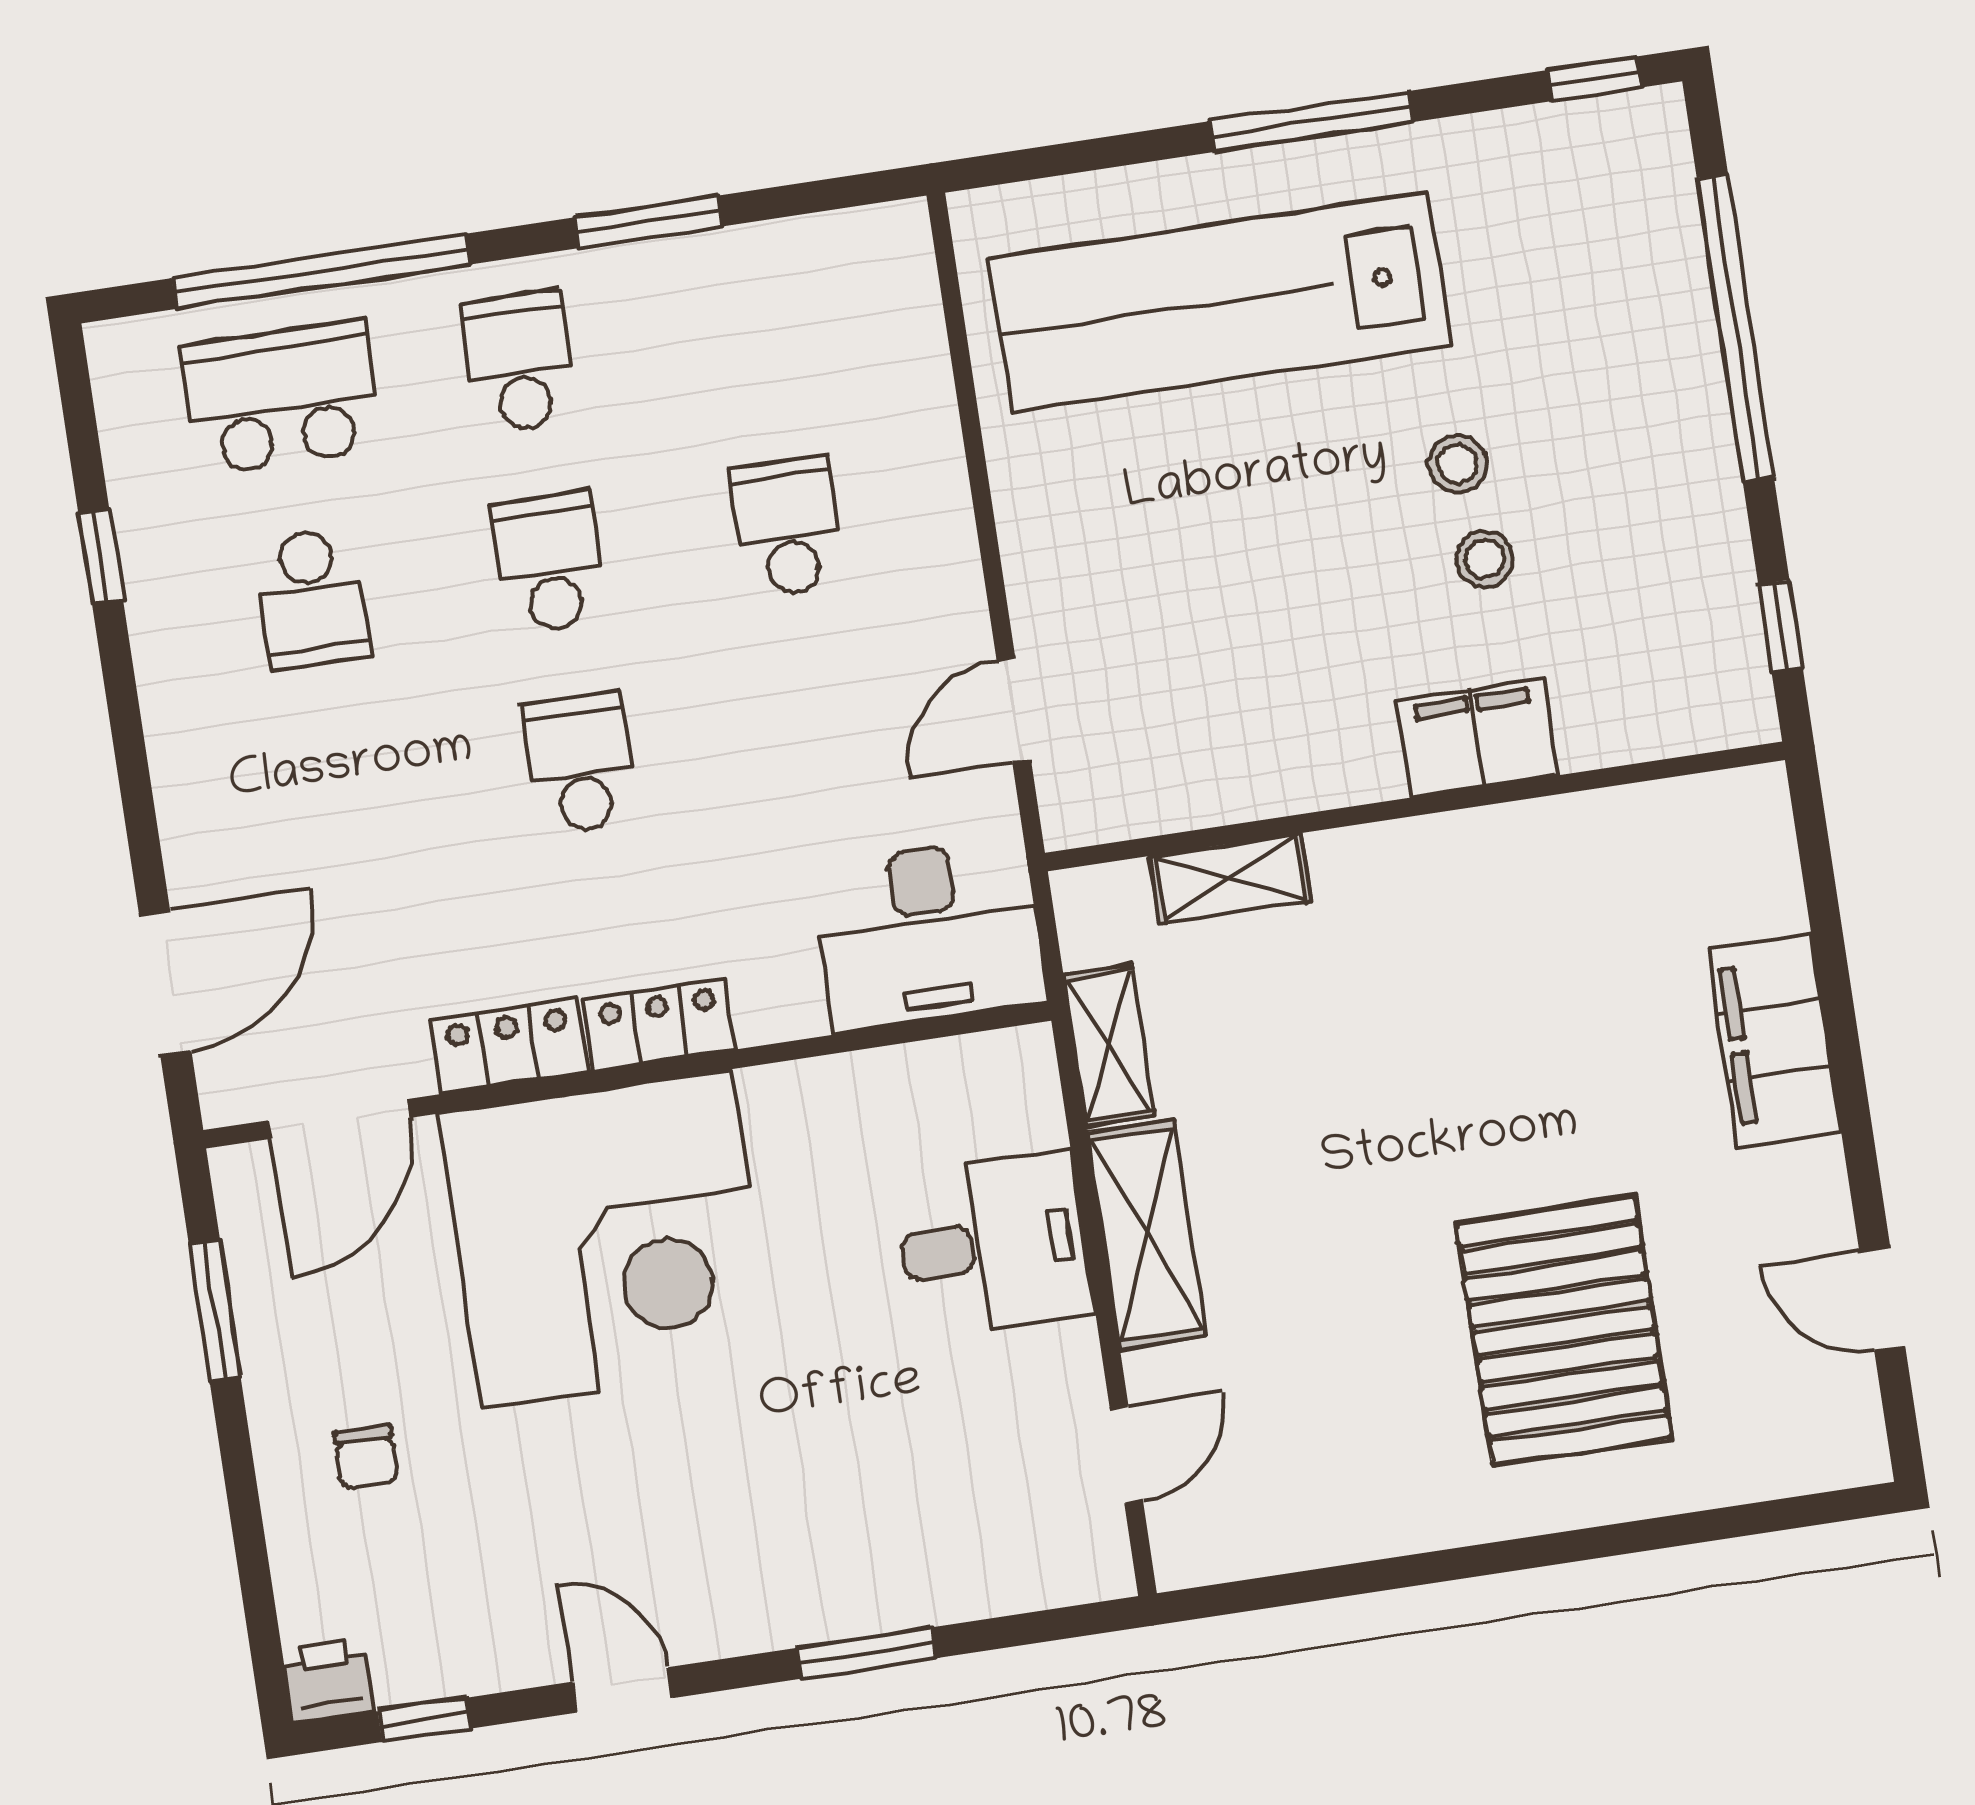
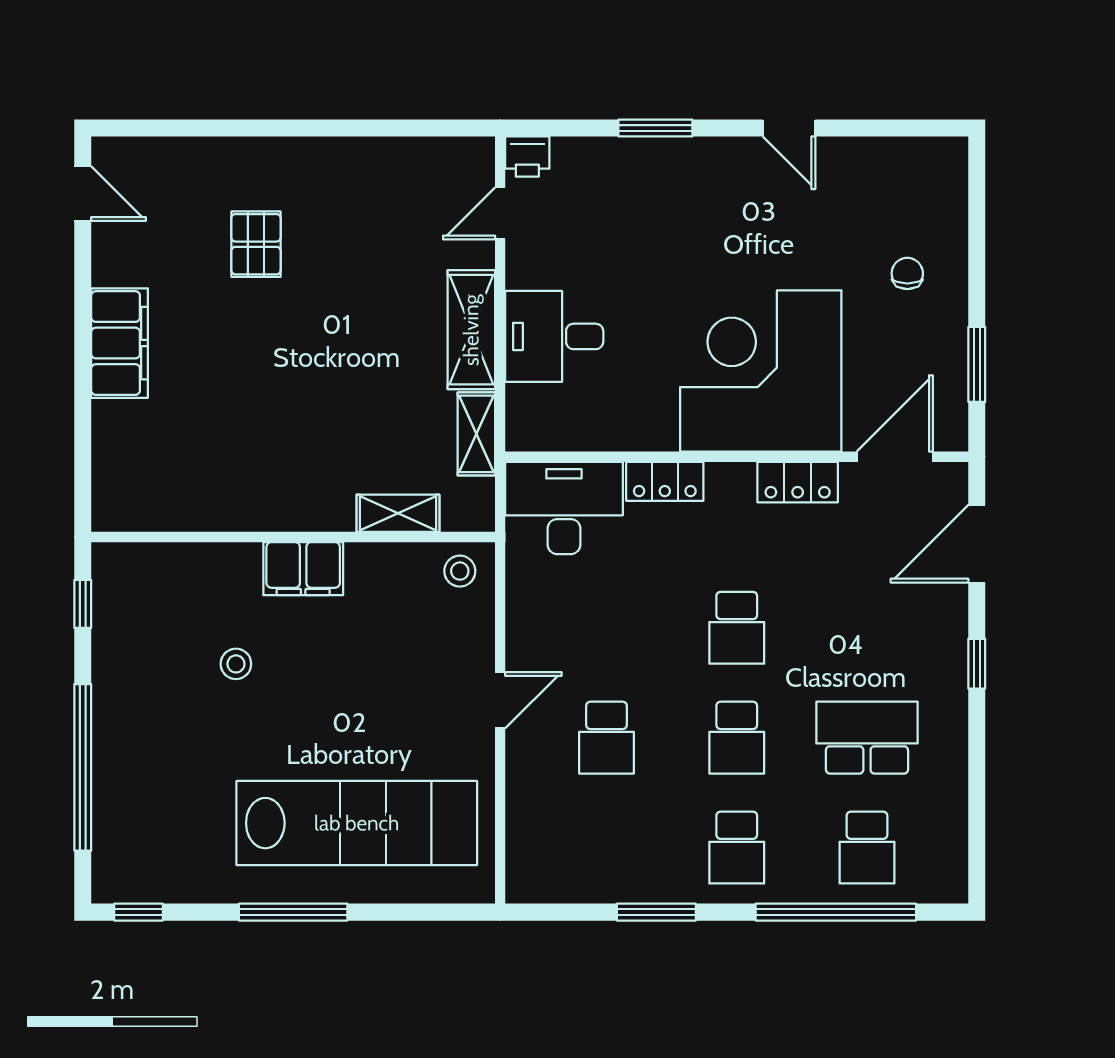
school desk: (282, 398) -> (867, 848), width x0.54
stool: (1458, 464) -> (460, 571), moved
window: (101, 556) -> (977, 664), moved
school desk: (312, 598) -> (867, 738), width x1.85
door: (1014, 710) -> (500, 700), moved
filing cabinet: (1477, 738) -> (303, 569), moved
locker: (659, 1025) -> (665, 481), moved
filing cabinet: (1774, 1040) -> (120, 343), moved
door: (1882, 1299) -> (83, 194), moved
pallet: (1564, 1331) -> (256, 244), width x0.49, depth x0.50
printer: (328, 1681) -> (527, 157), moved
window: (424, 1720) -> (898, 128), removed

